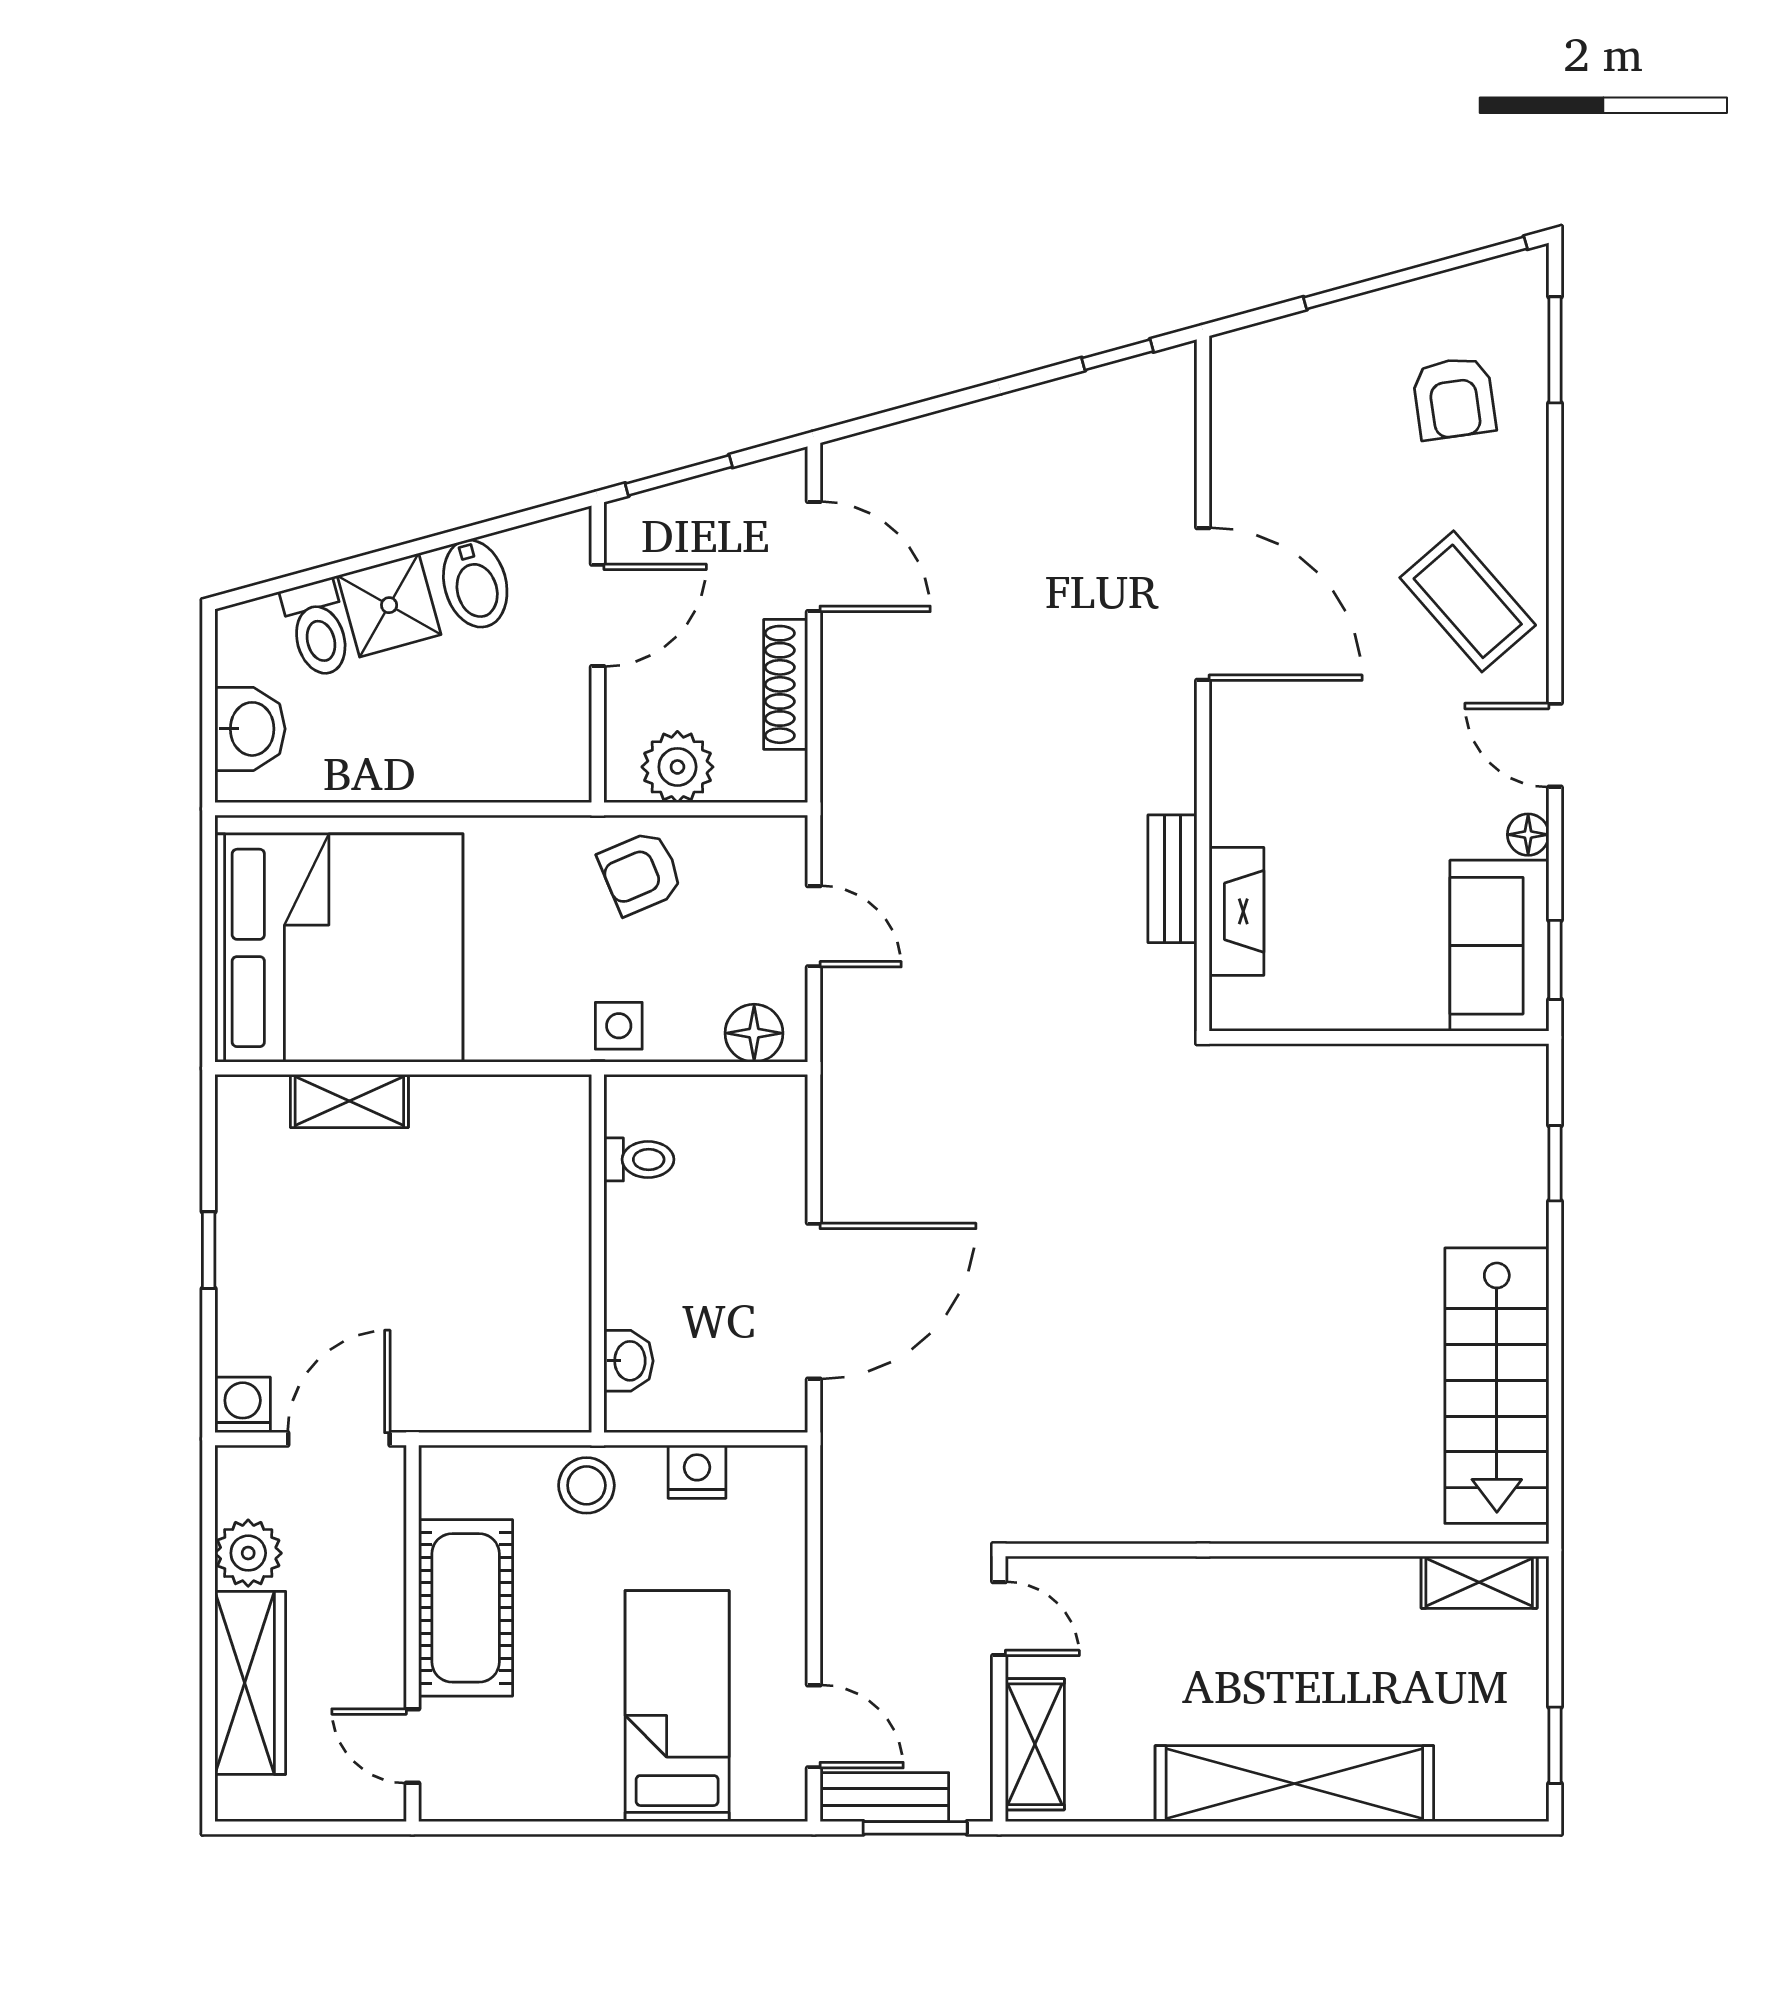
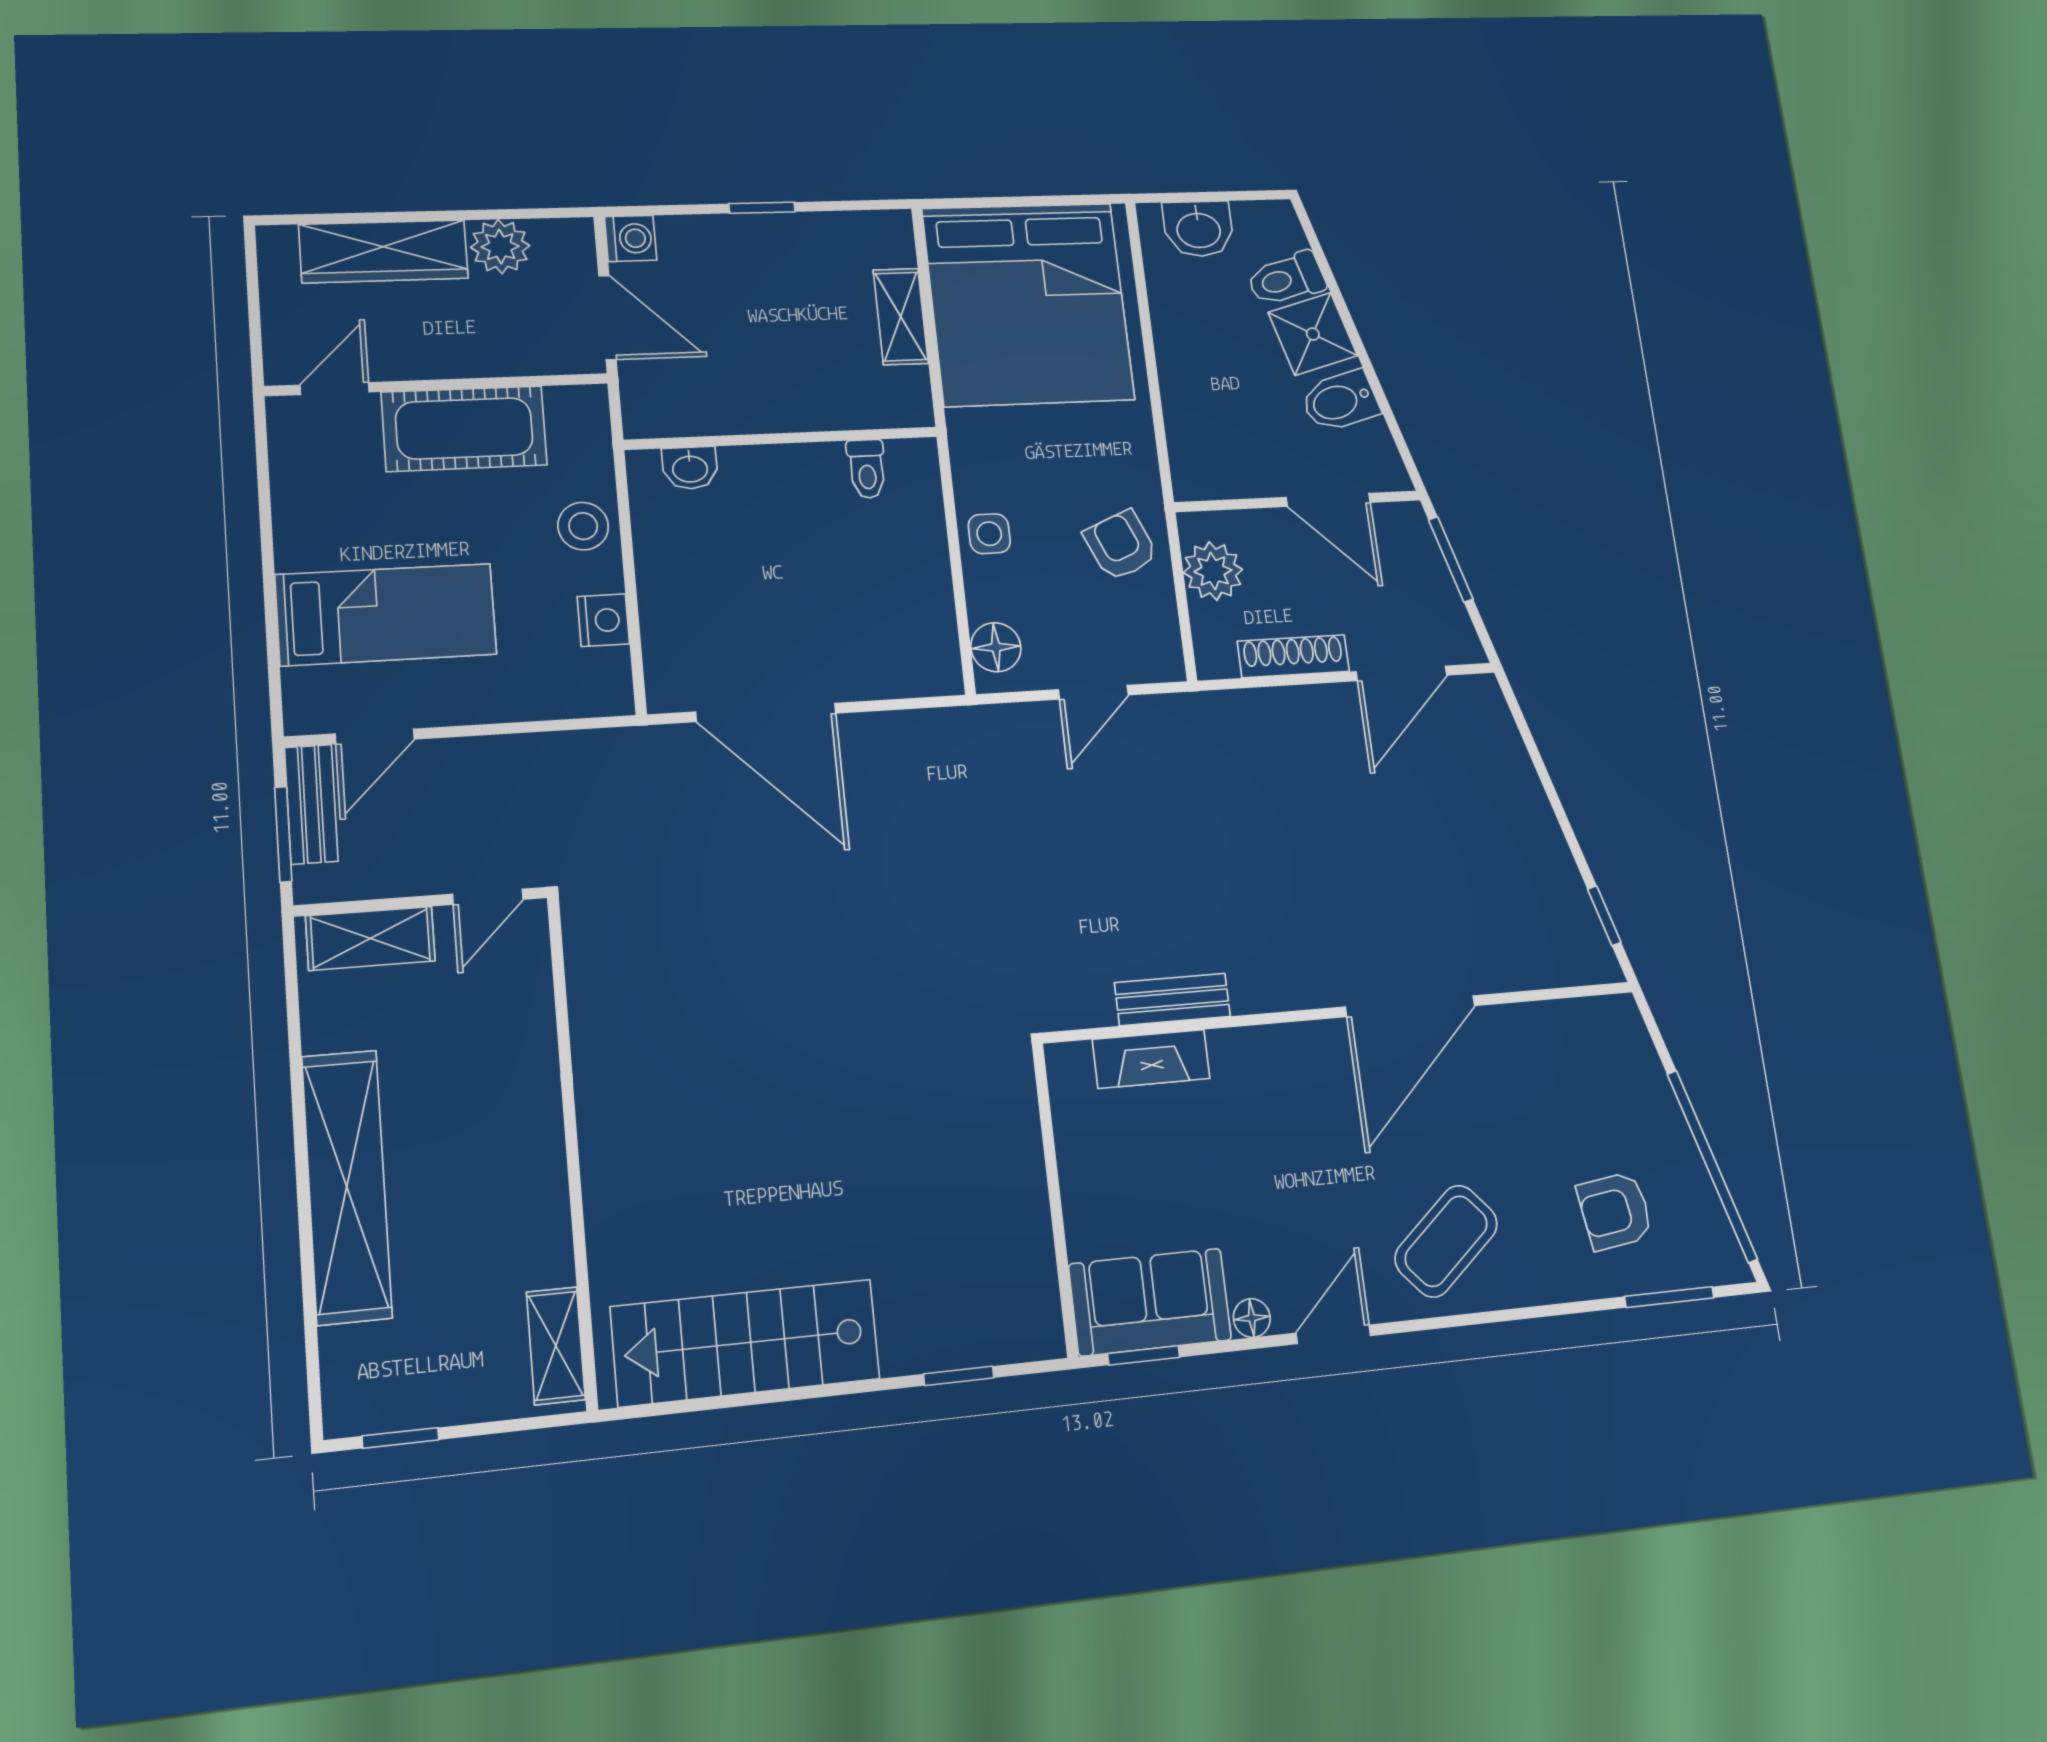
toilet: (639, 1159) -> (867, 469), moved
wall: (598, 1254) -> (782, 438), moved
washbasin: (629, 1361) -> (690, 468), moved

